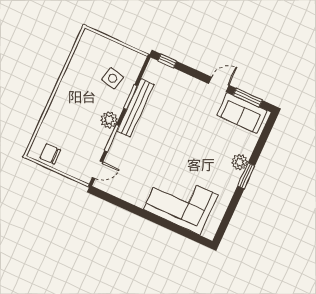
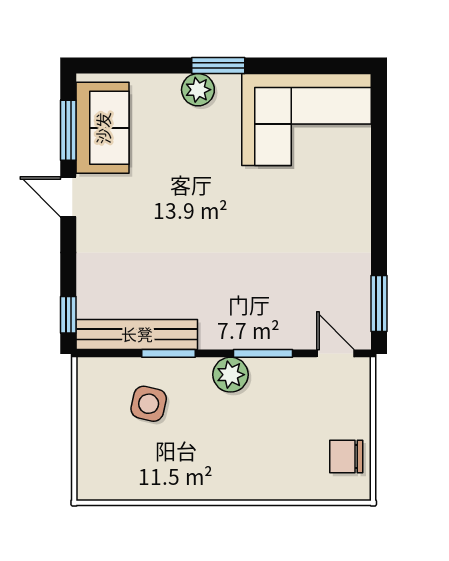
bench: (136, 108) -> (137, 334), moved
chair: (50, 154) -> (346, 456), turned 90
window: (110, 199) -> (379, 304), added
corner sofa: (181, 202) -> (307, 120), moved, turned -90

